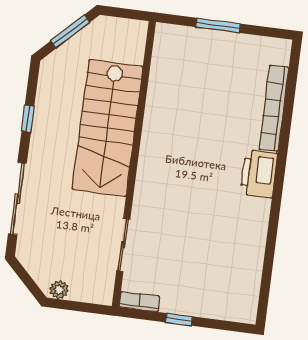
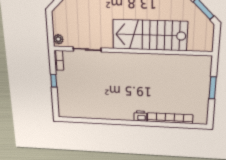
printer: (259, 174) -> (140, 116), width x0.53, depth x0.68
plant: (59, 290) -> (58, 39), moved

